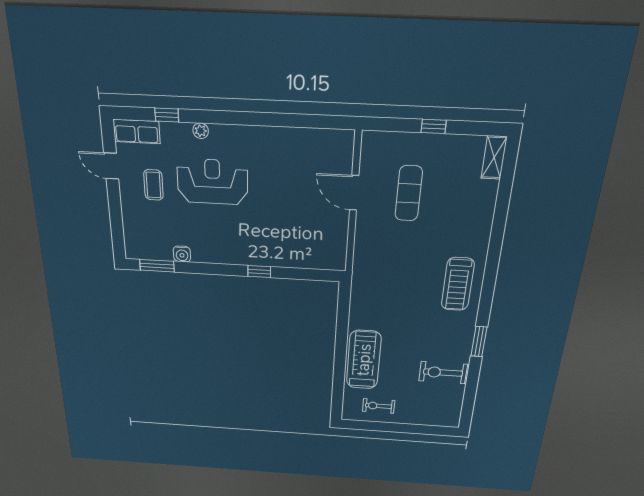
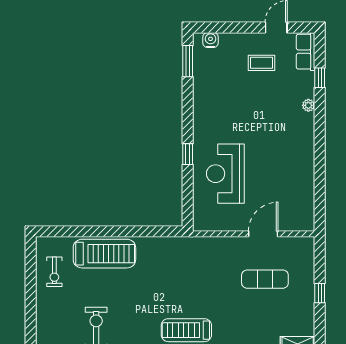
reception desk: (212, 182) -> (225, 174), moved, turned 180
water cooler: (182, 254) -> (211, 40), moved, turned 90
exercise bike: (379, 406) -> (54, 272), turned 180

